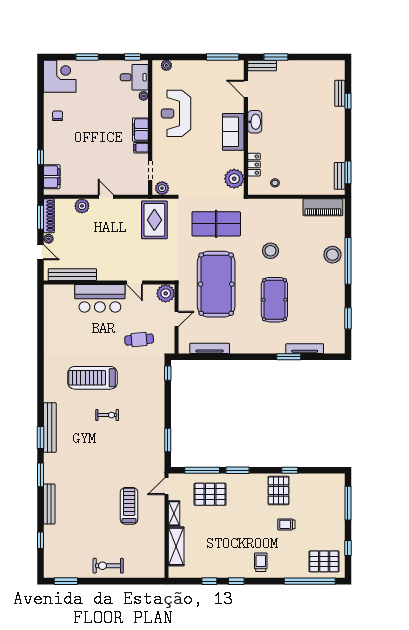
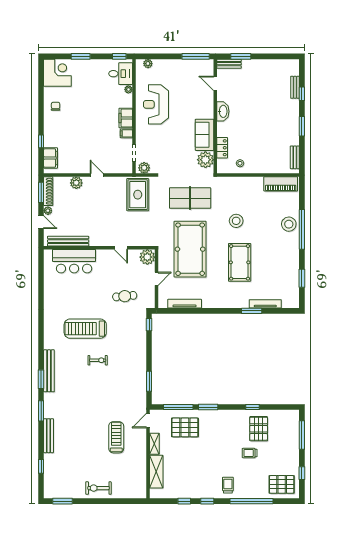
sofa: (233, 132) -> (205, 135), moved
window: (348, 172) -> (302, 126), moved
bar counter: (100, 298) -> (74, 261), moved
pallet: (278, 490) -> (259, 429), moved
window: (310, 581) -> (252, 501), moved

